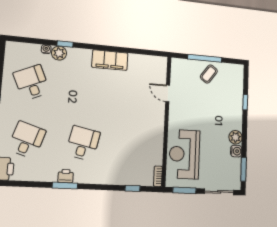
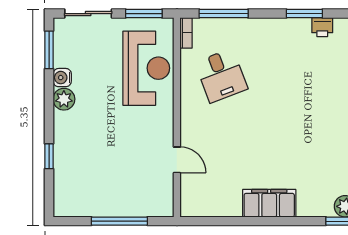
coffee table: (209, 74) -> (112, 196), removed
desk: (83, 143) -> (221, 76), moved, turned -33
window: (65, 186) -> (304, 14), moved
window: (133, 188) -> (224, 14), width x2.17

